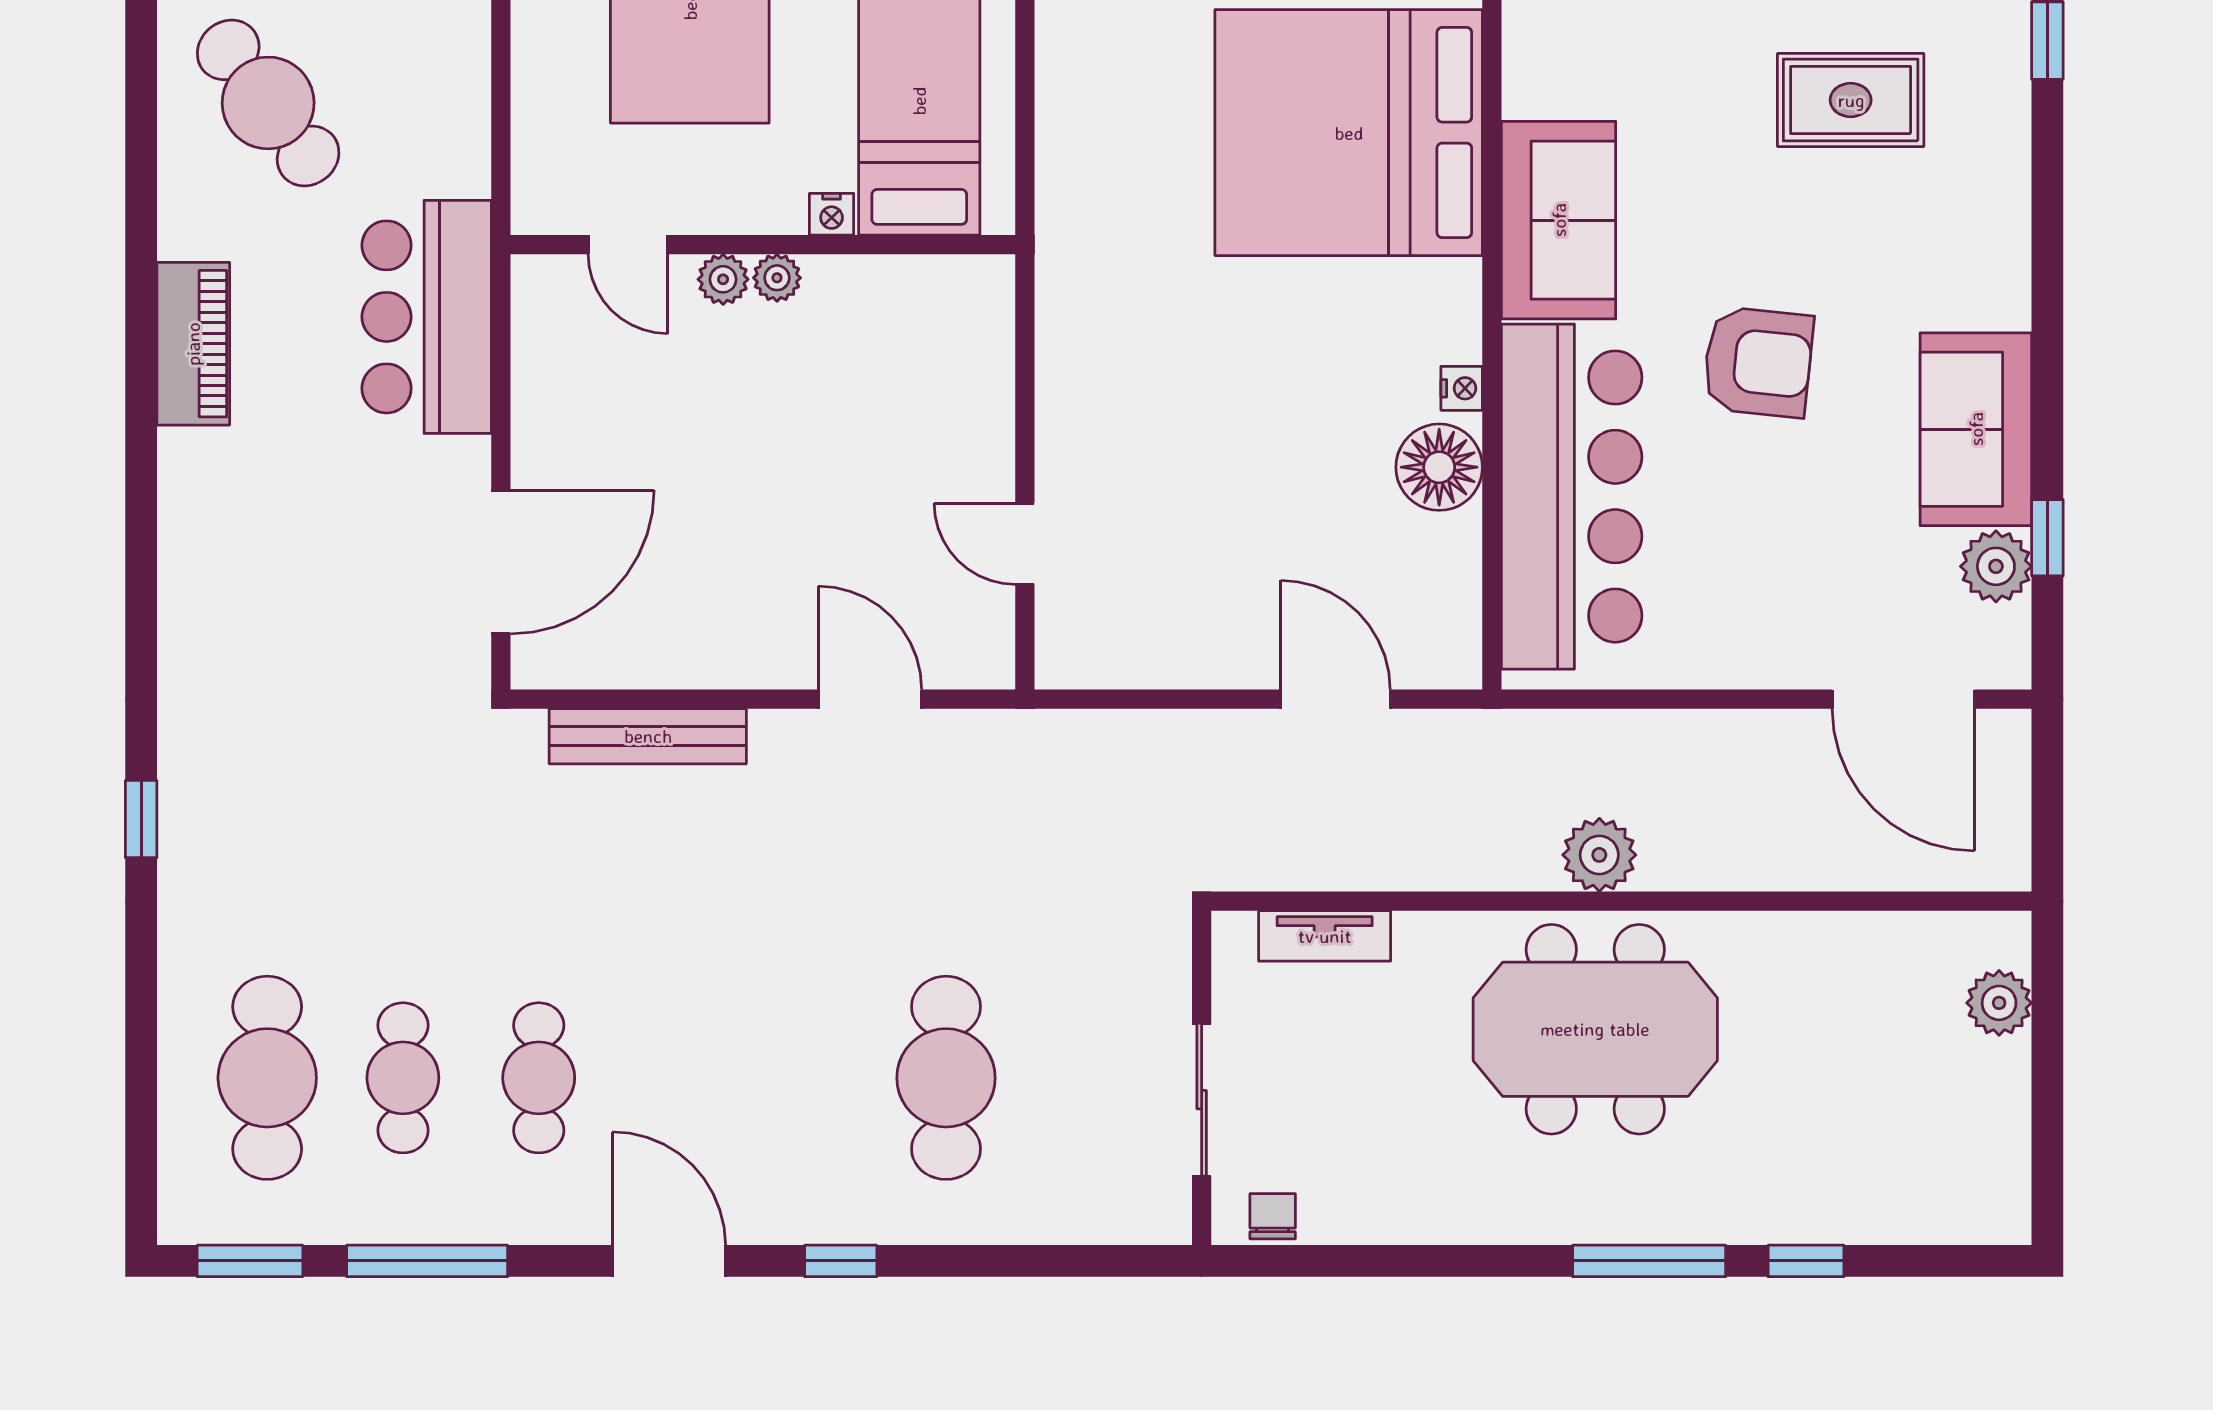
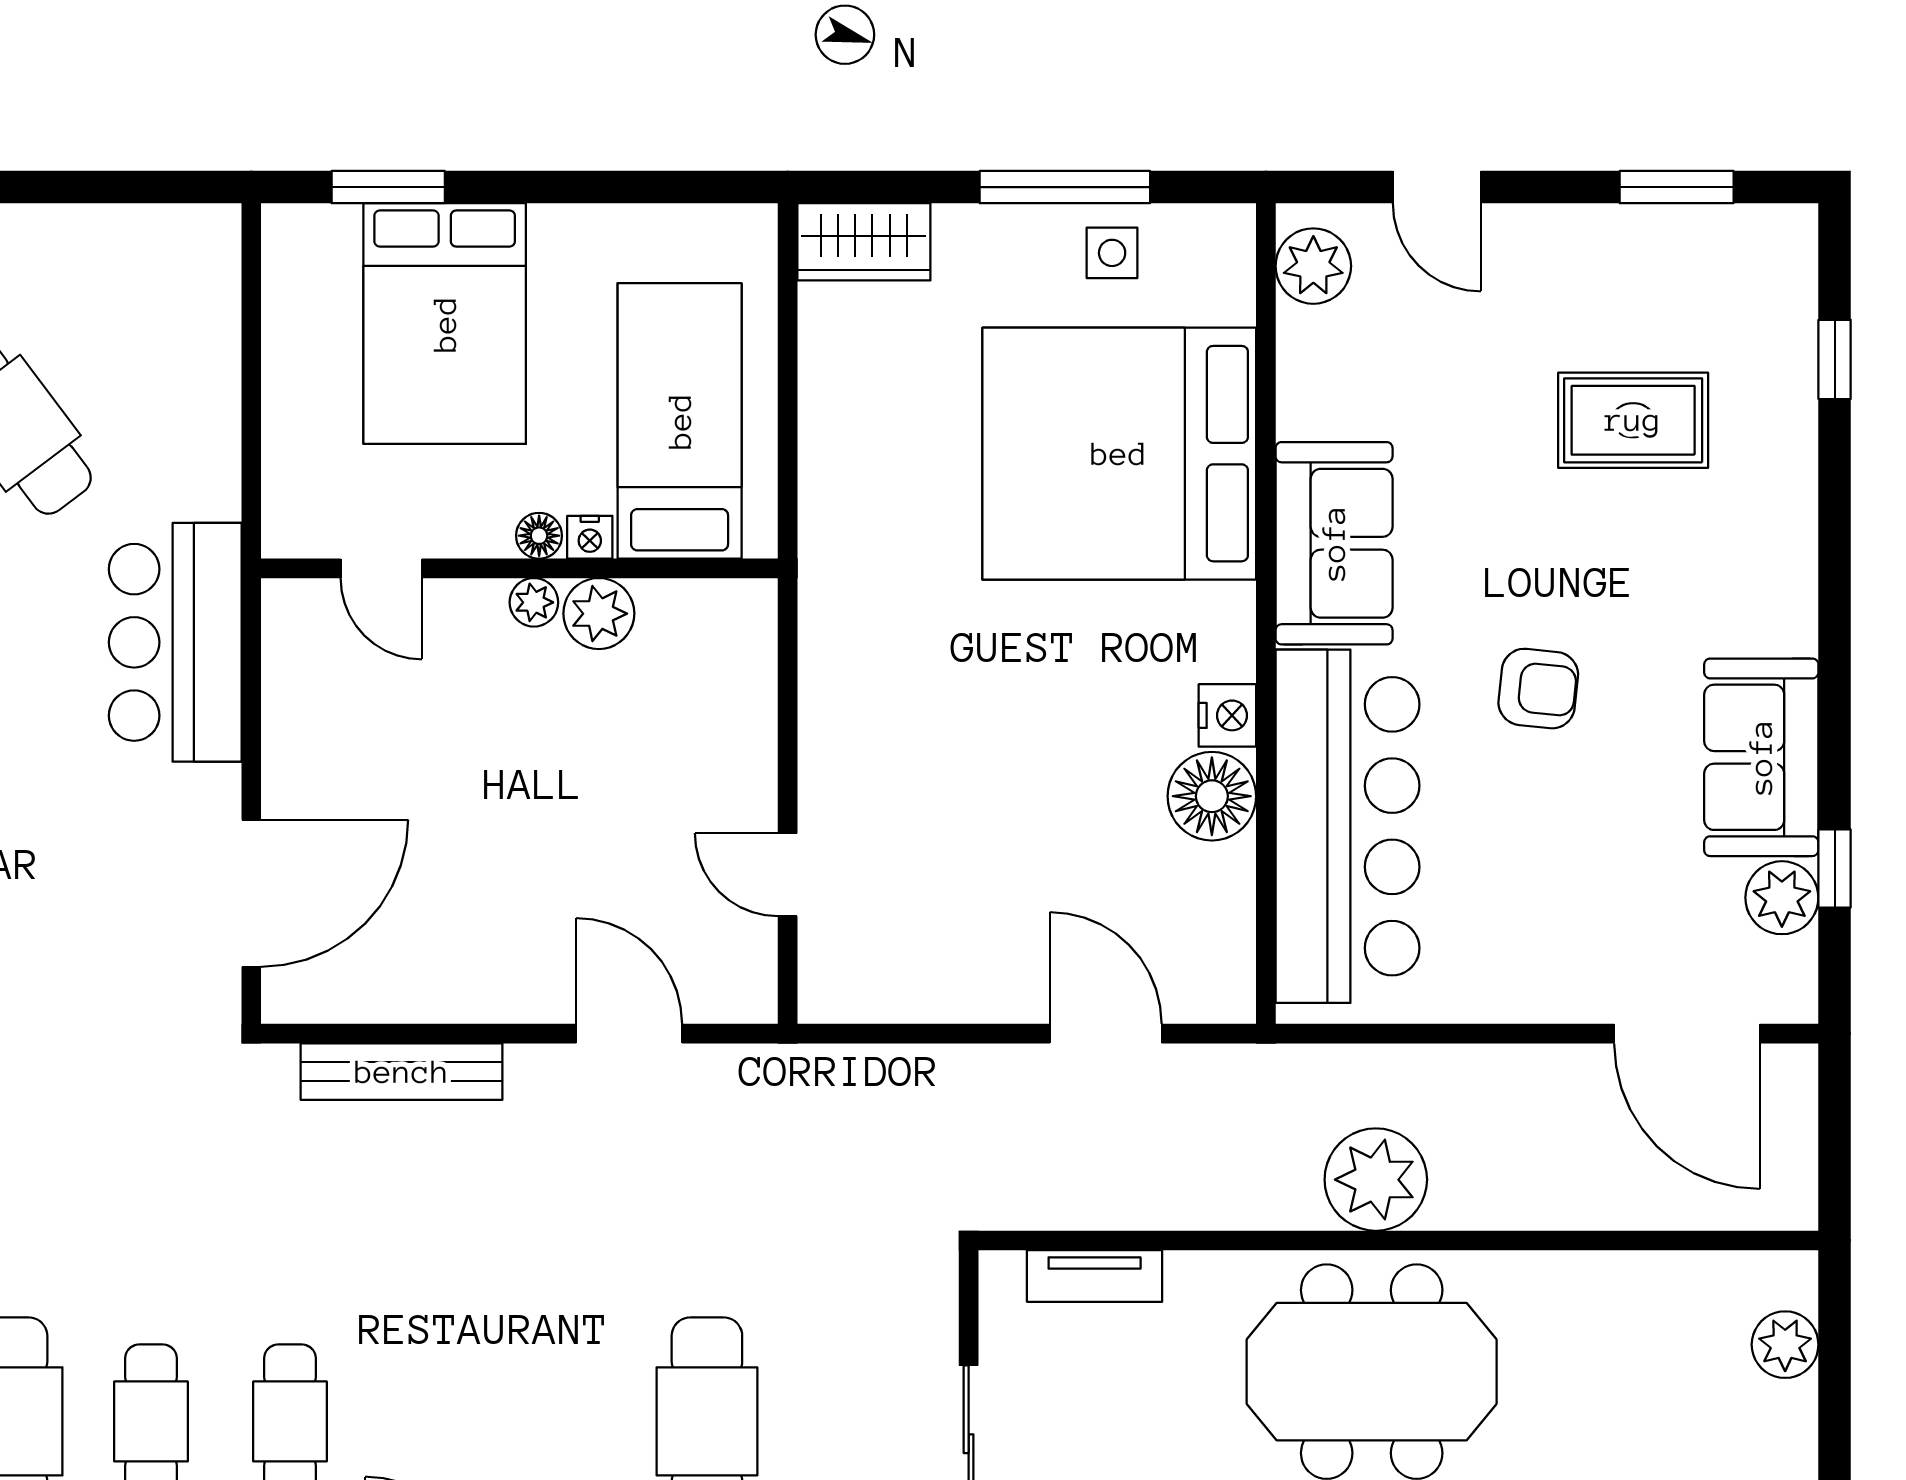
floor lamp: (782, 213) -> (539, 536), added
plant: (723, 279) -> (599, 614), moved, width x1.38, depth x1.38
armchair: (1758, 362) -> (1538, 689), width x0.72, depth x0.72
nightstand: (1462, 388) -> (1227, 715), width x1.39, depth x1.35
plant: (1599, 855) -> (1376, 1180), width x1.36, depth x1.36

